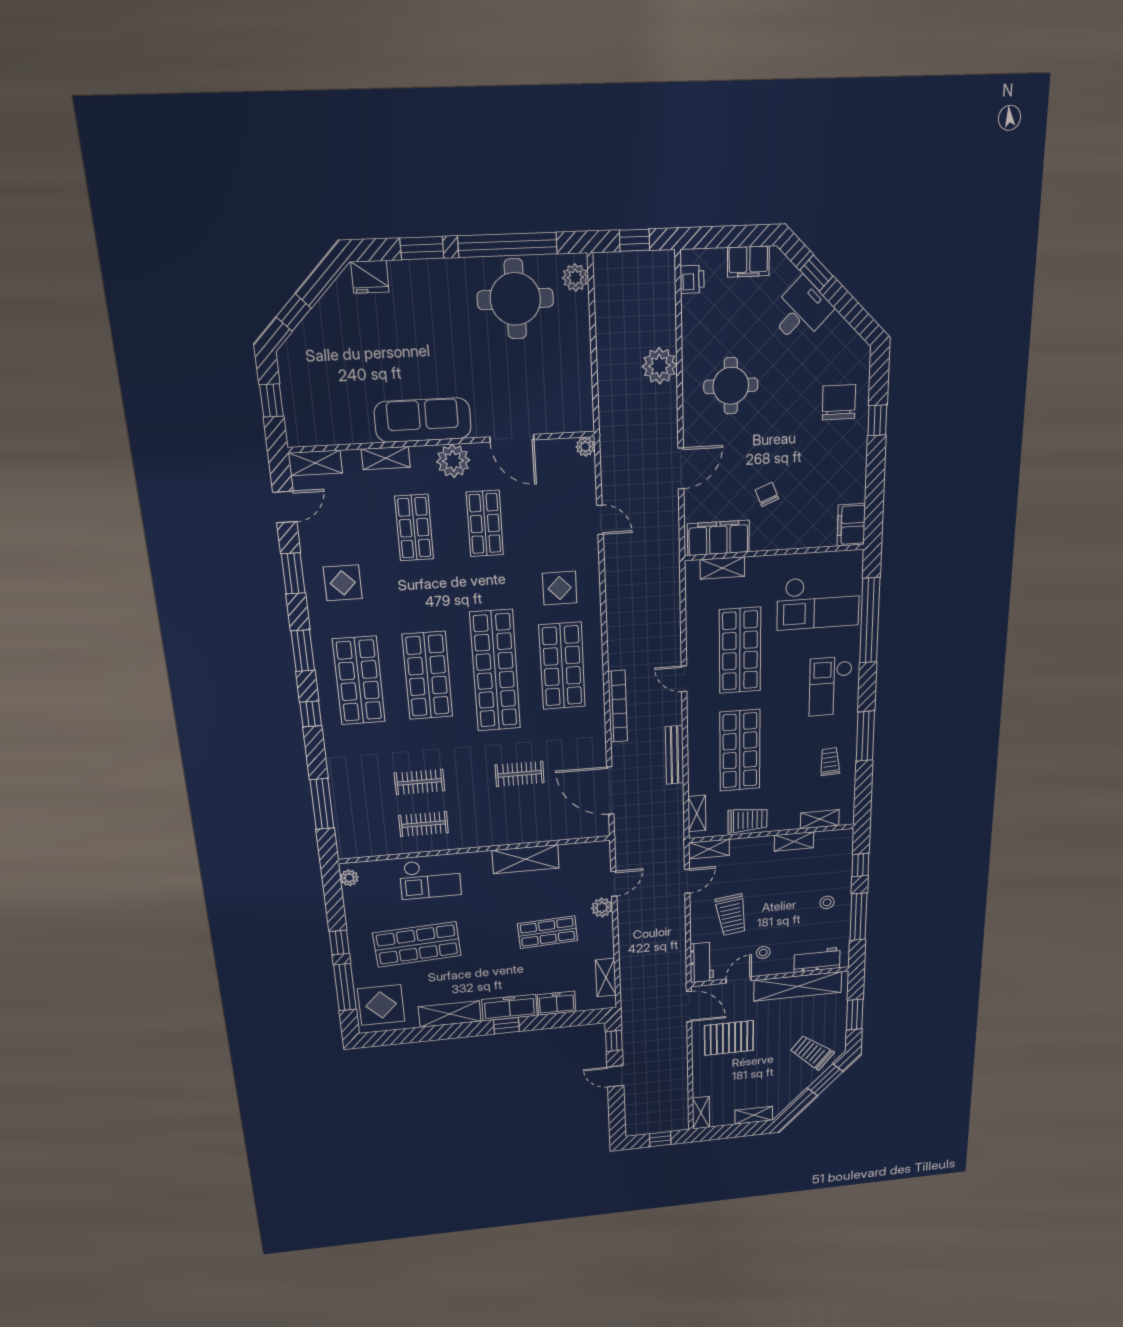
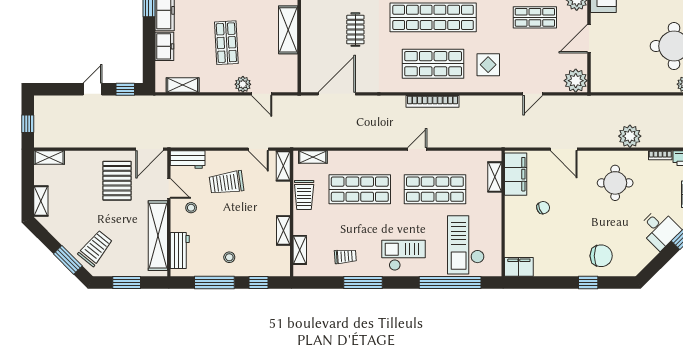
bookcase: (688, 315) -> (660, 155), added
plant: (585, 447) -> (576, 81), width x1.88, depth x1.88
bookcase: (618, 706) -> (432, 101), moved
bench: (675, 755) -> (360, 141), removed

